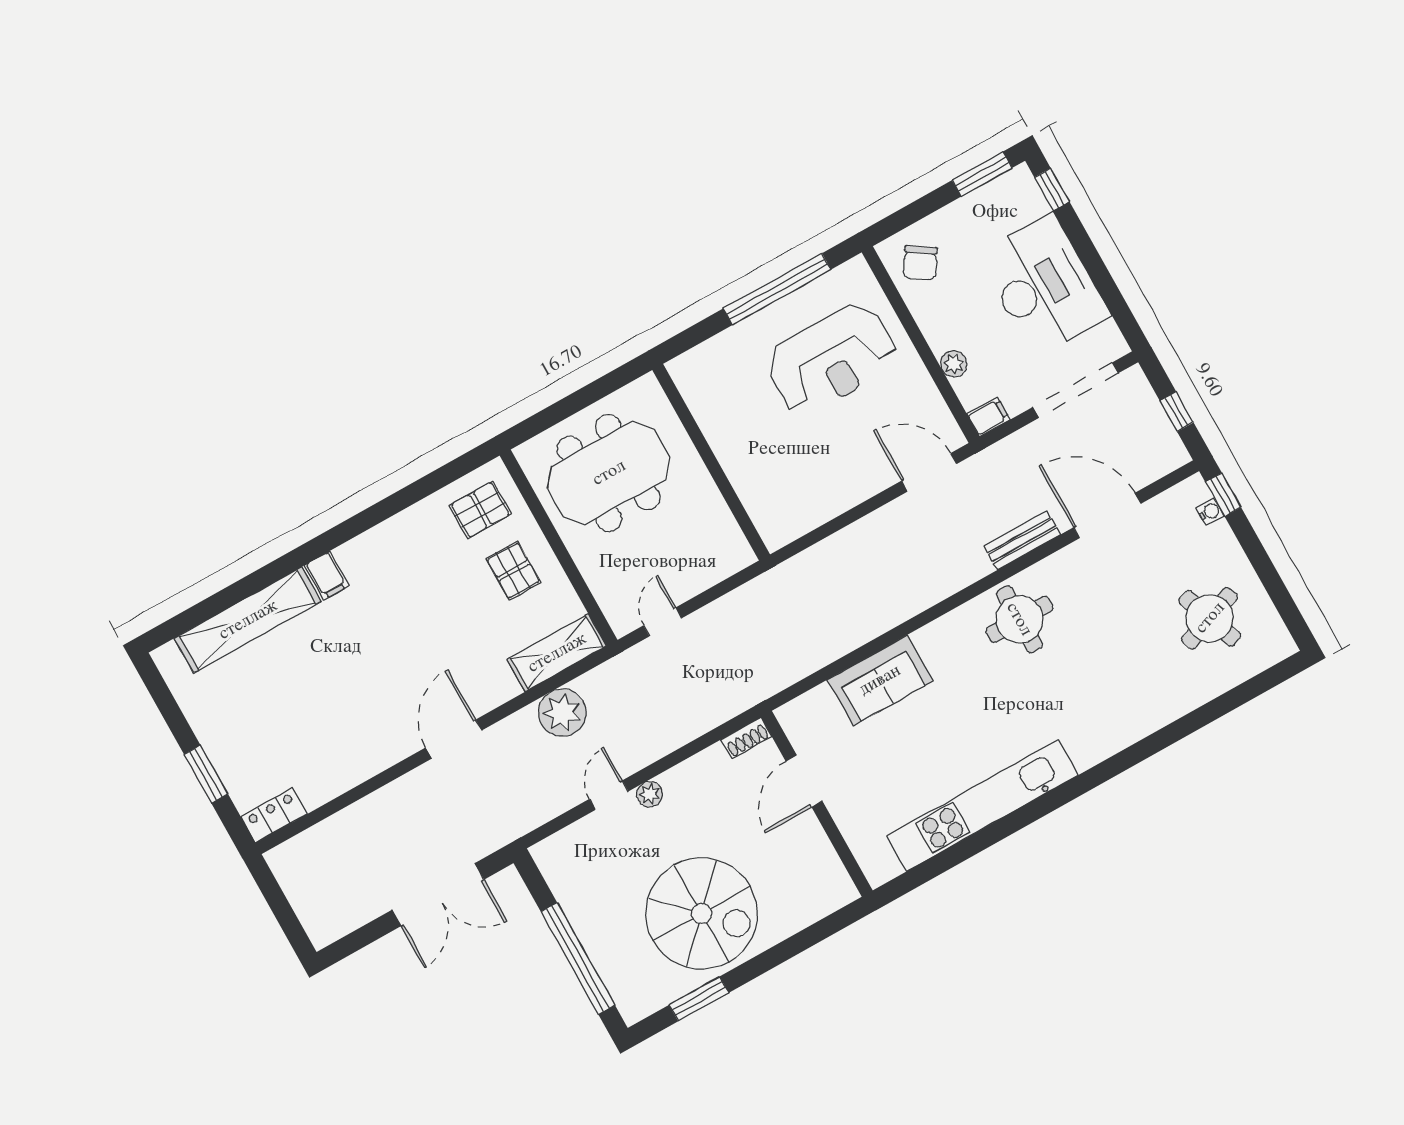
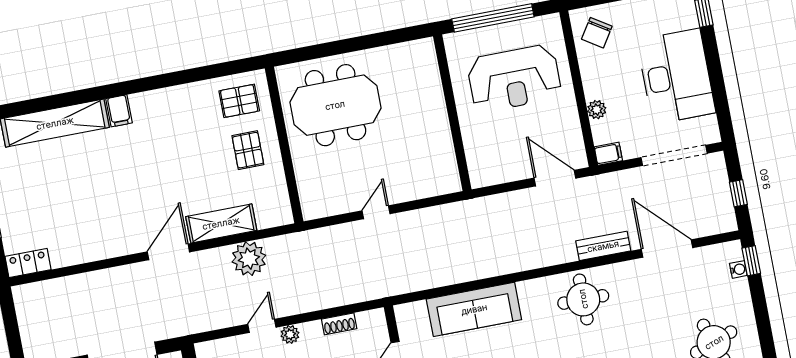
wall: (711, 462) -> (452, 113), moved
door: (663, 622) -> (376, 212), moved
shelving: (557, 653) -> (221, 223), moved
sofa: (880, 680) -> (474, 309), width x1.36
shoe rack: (746, 738) -> (339, 324), moved

